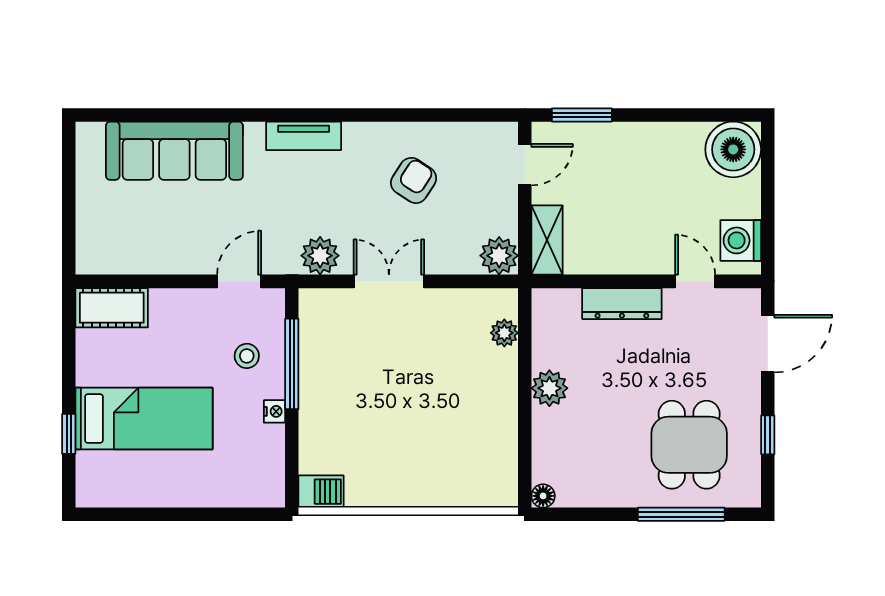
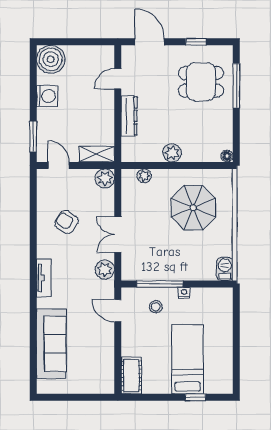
washing machine: (741, 240) -> (47, 96), moved, turned -90
parasol: (442, 430) -> (193, 208), added

